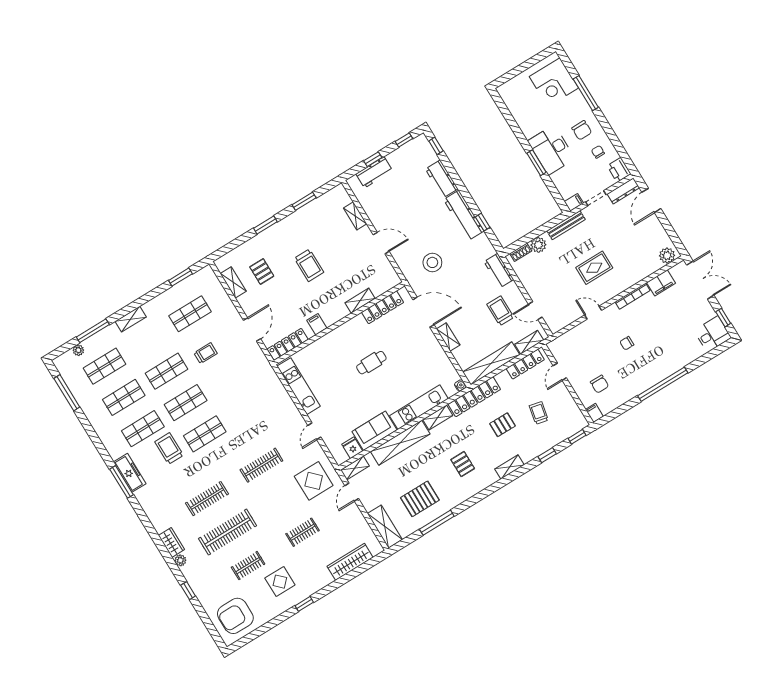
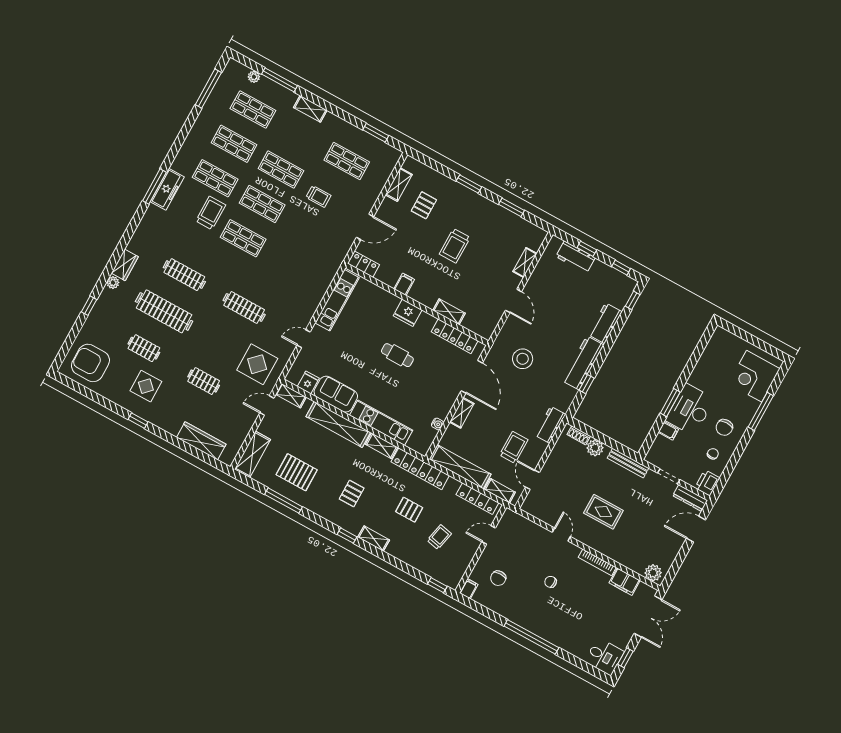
filing cabinet: (574, 202) -> (668, 431), moved
fridge: (342, 335) -> (408, 313), added
locker: (288, 344) -> (363, 264), width x0.66
water cooler: (460, 385) -> (437, 424), moved
window: (547, 455) -> (347, 536), moved

